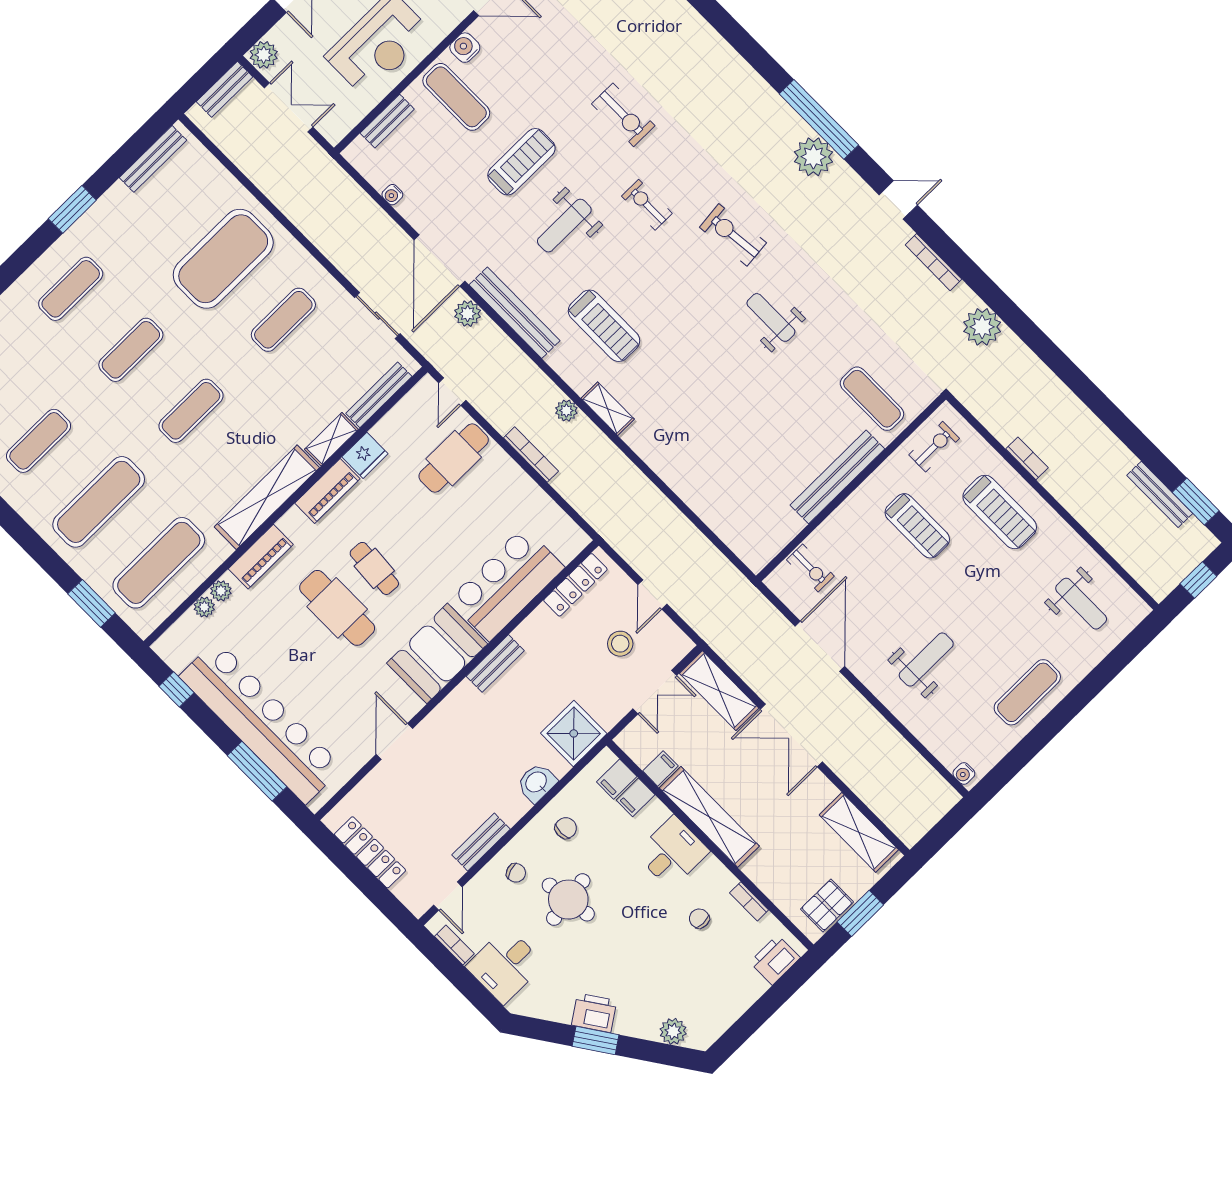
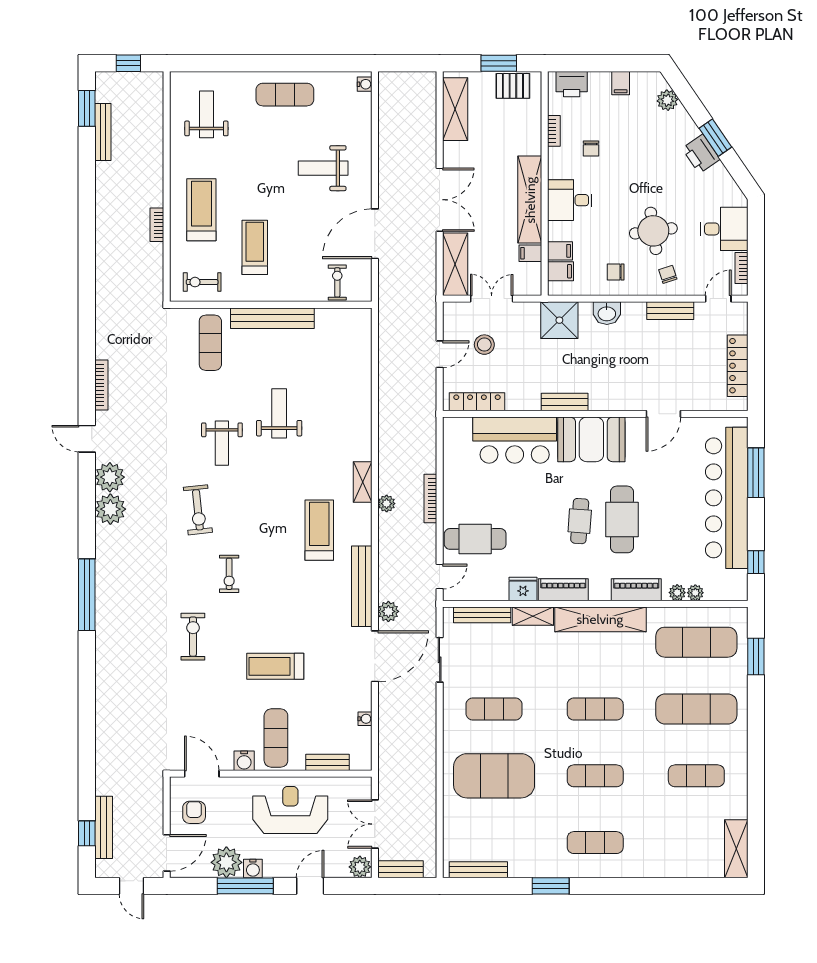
window: (819, 119) -> (87, 595), moved
weight bench: (564, 226) -> (279, 413), moved, turned -90
plant: (982, 327) -> (110, 477), moved
filing cabinet: (731, 1005) -> (621, 83), added

